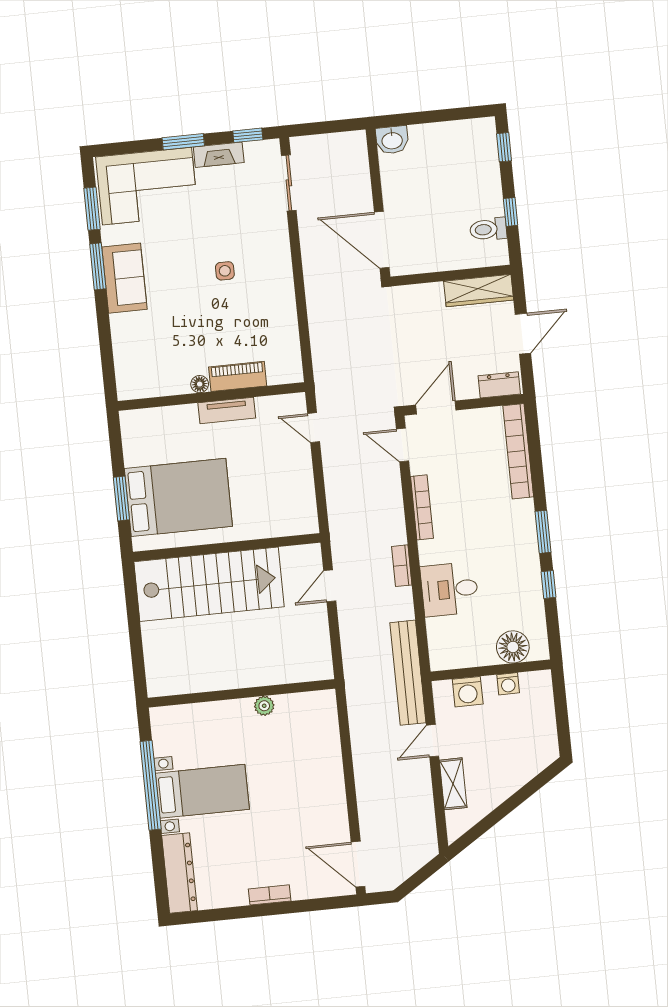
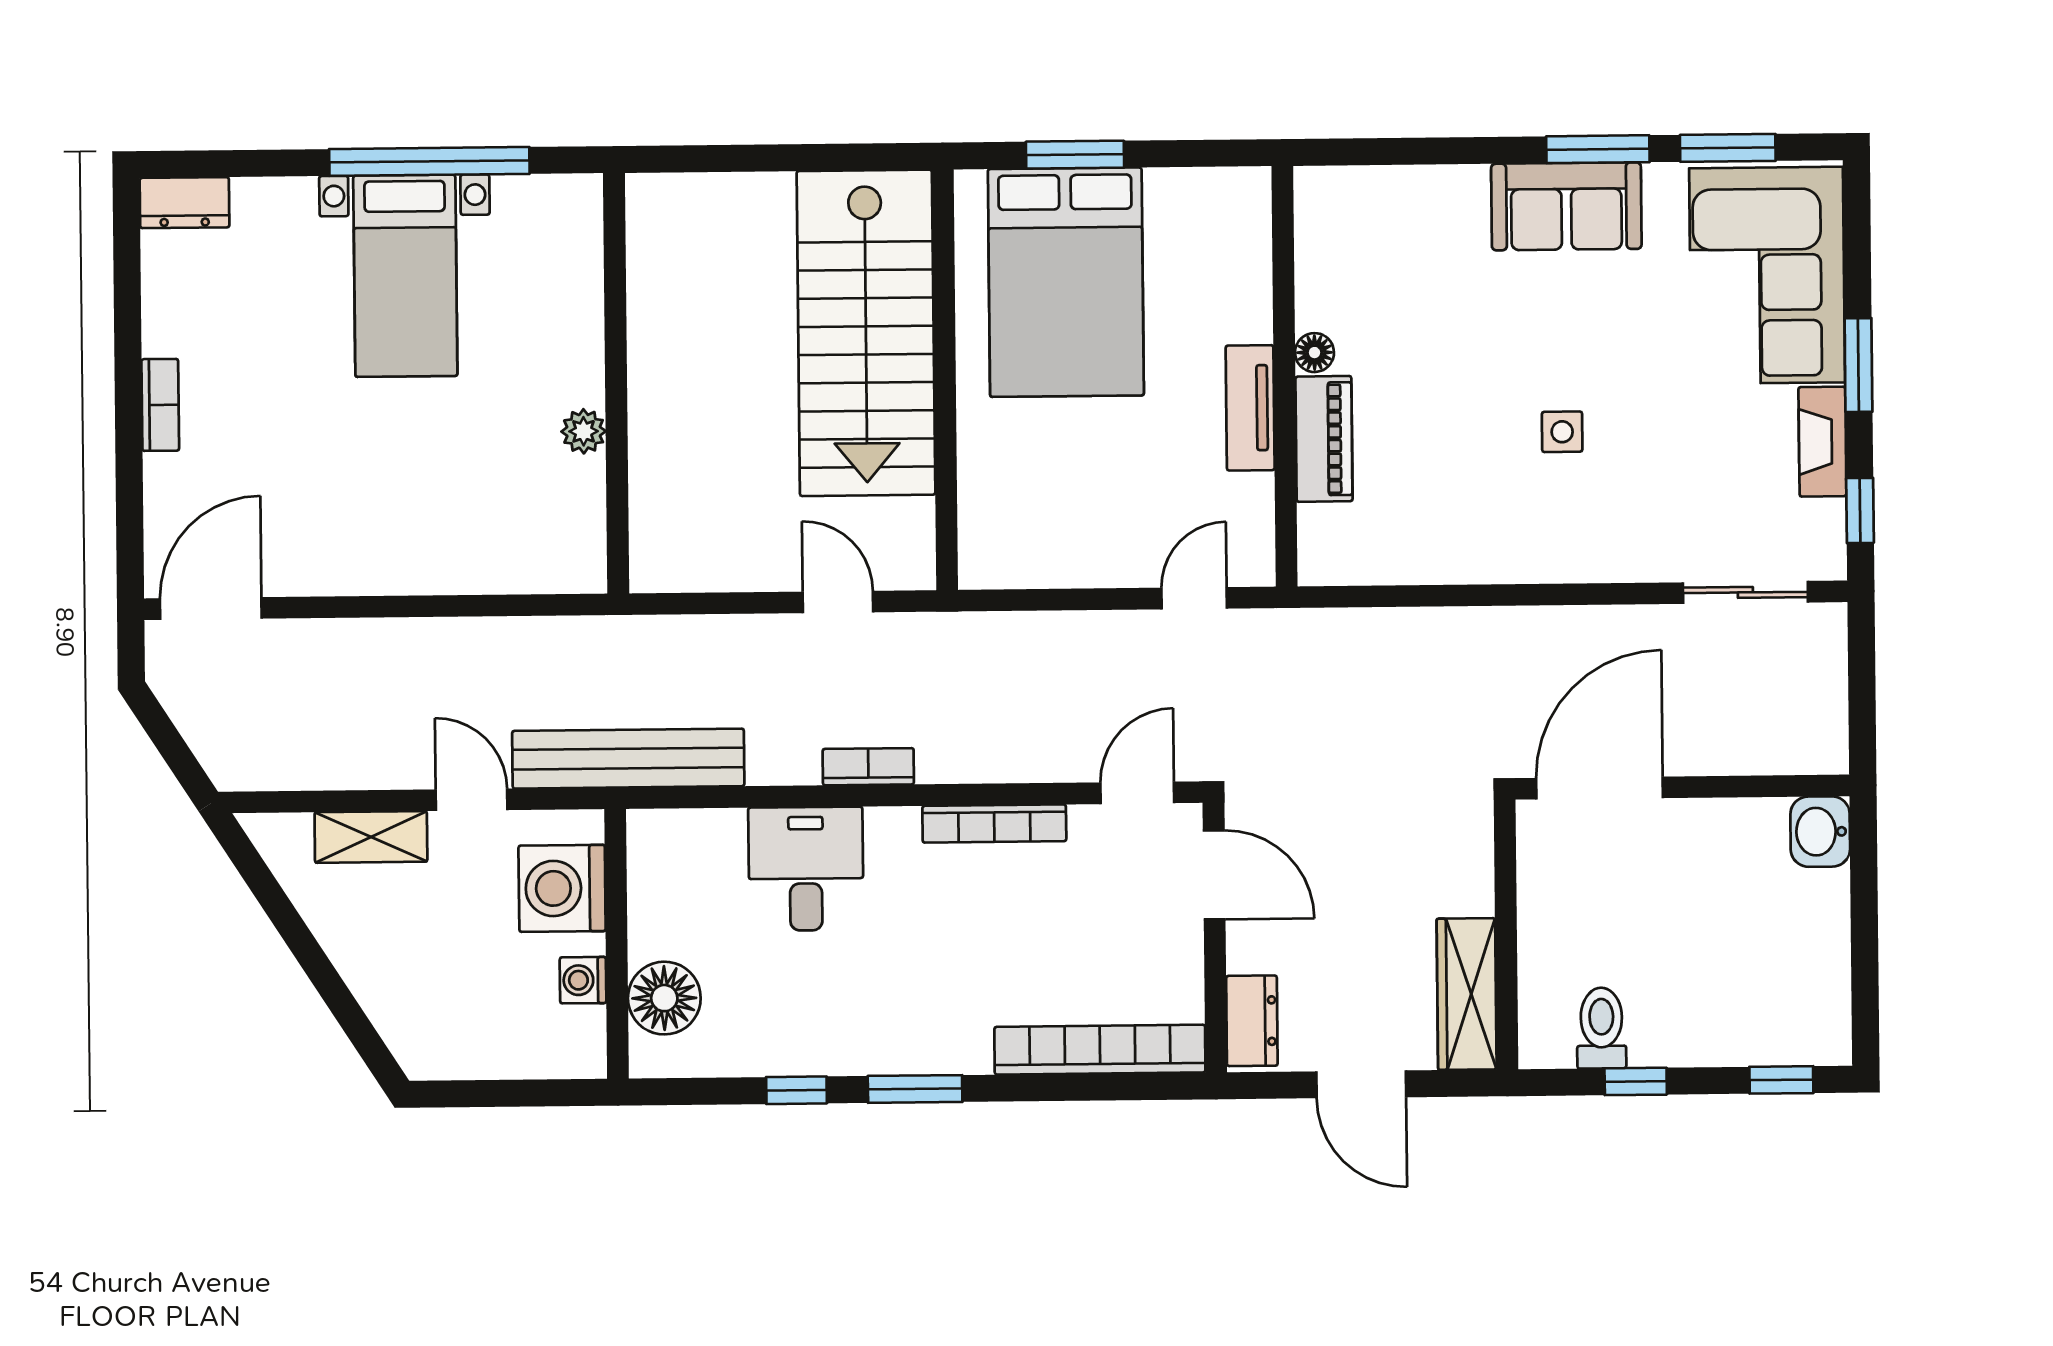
washing machine: (468, 692) -> (562, 888), width x1.37, depth x1.37
dresser: (180, 873) -> (184, 203), width x0.51, depth x0.80

